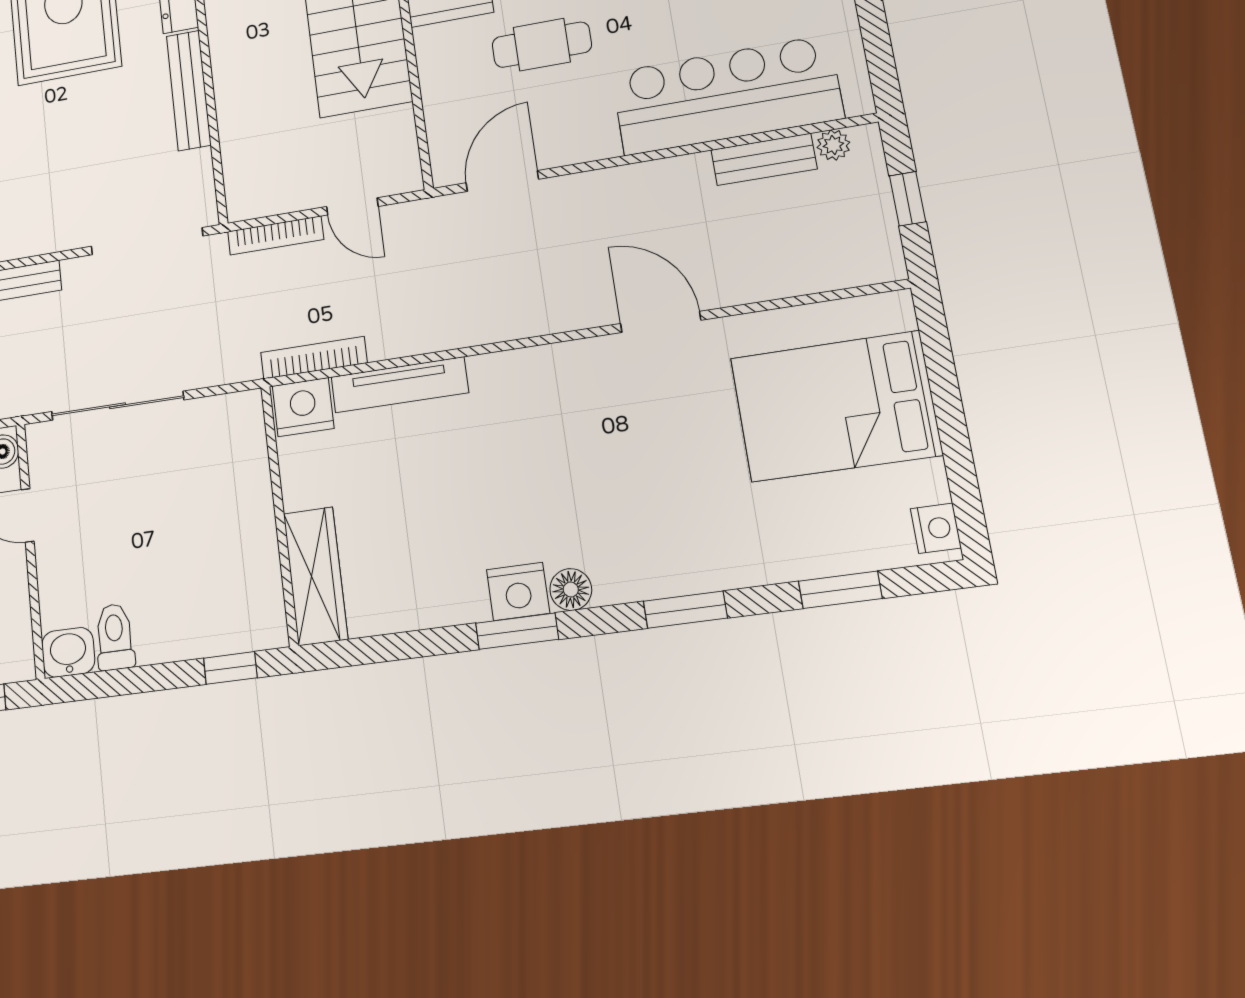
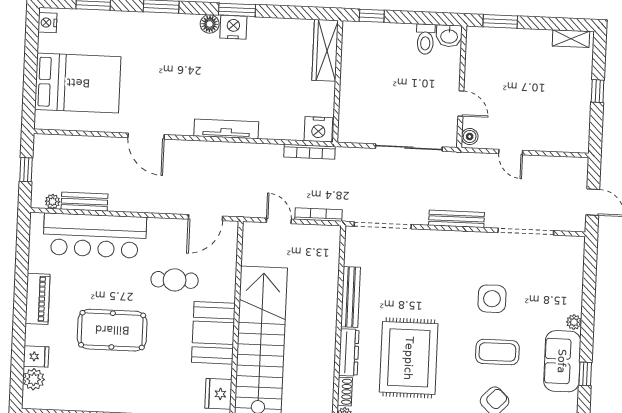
tv unit: (400, 385) -> (226, 129), moved

